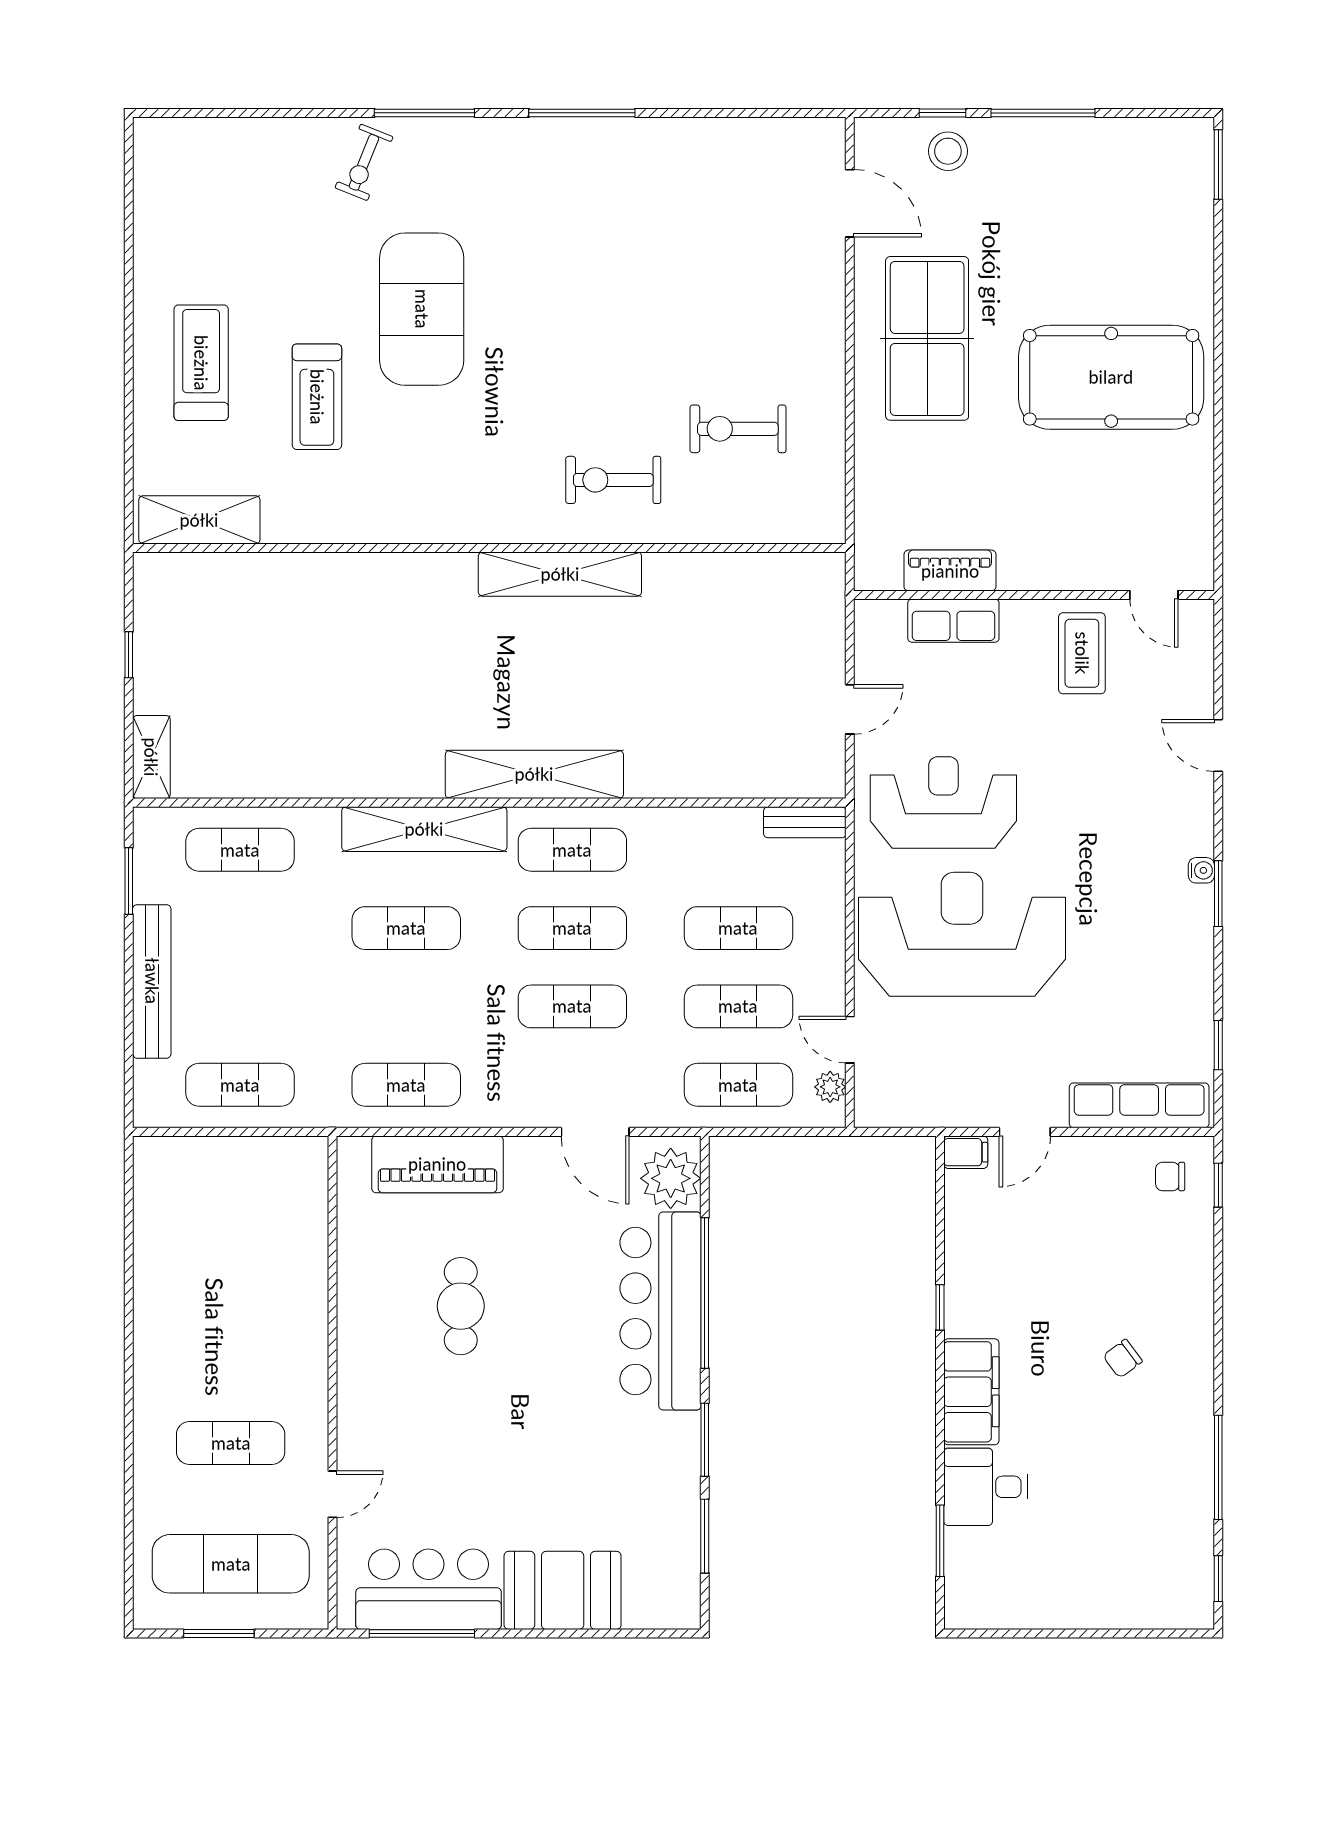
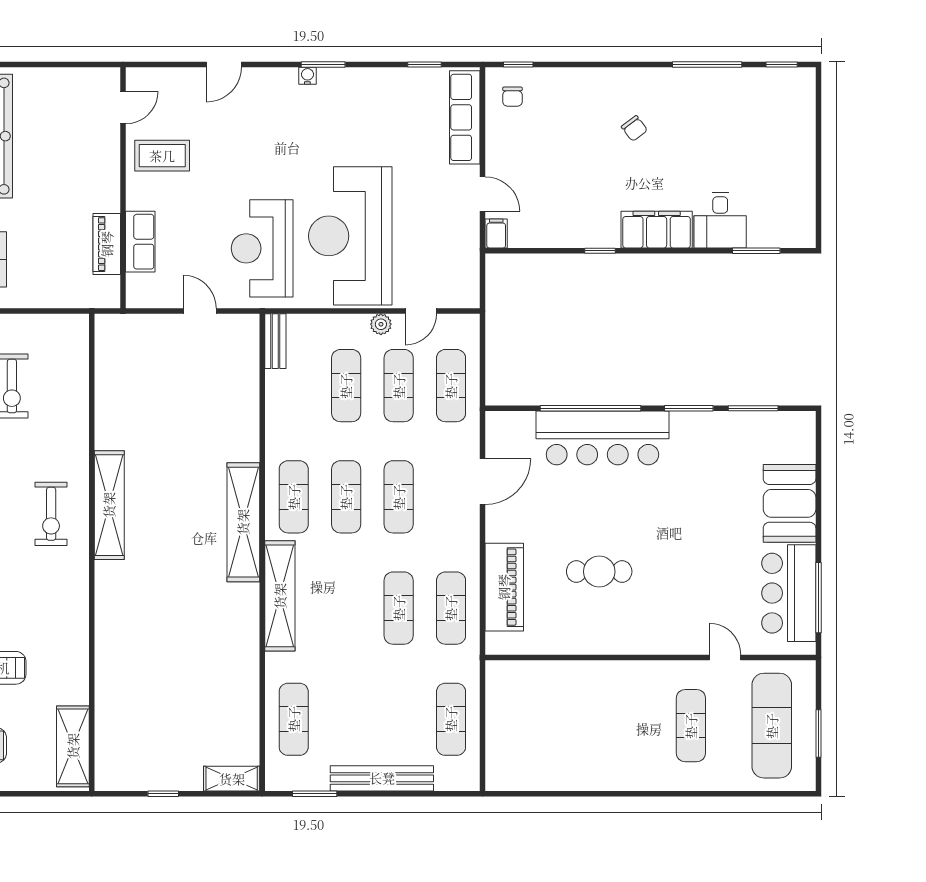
exercise bike: (613, 480) -> (51, 514), moved
exercise mat: (406, 928) -> (399, 608), moved
plant: (830, 1087) -> (381, 324), moved
plant: (671, 1178) -> (514, 431), removed

